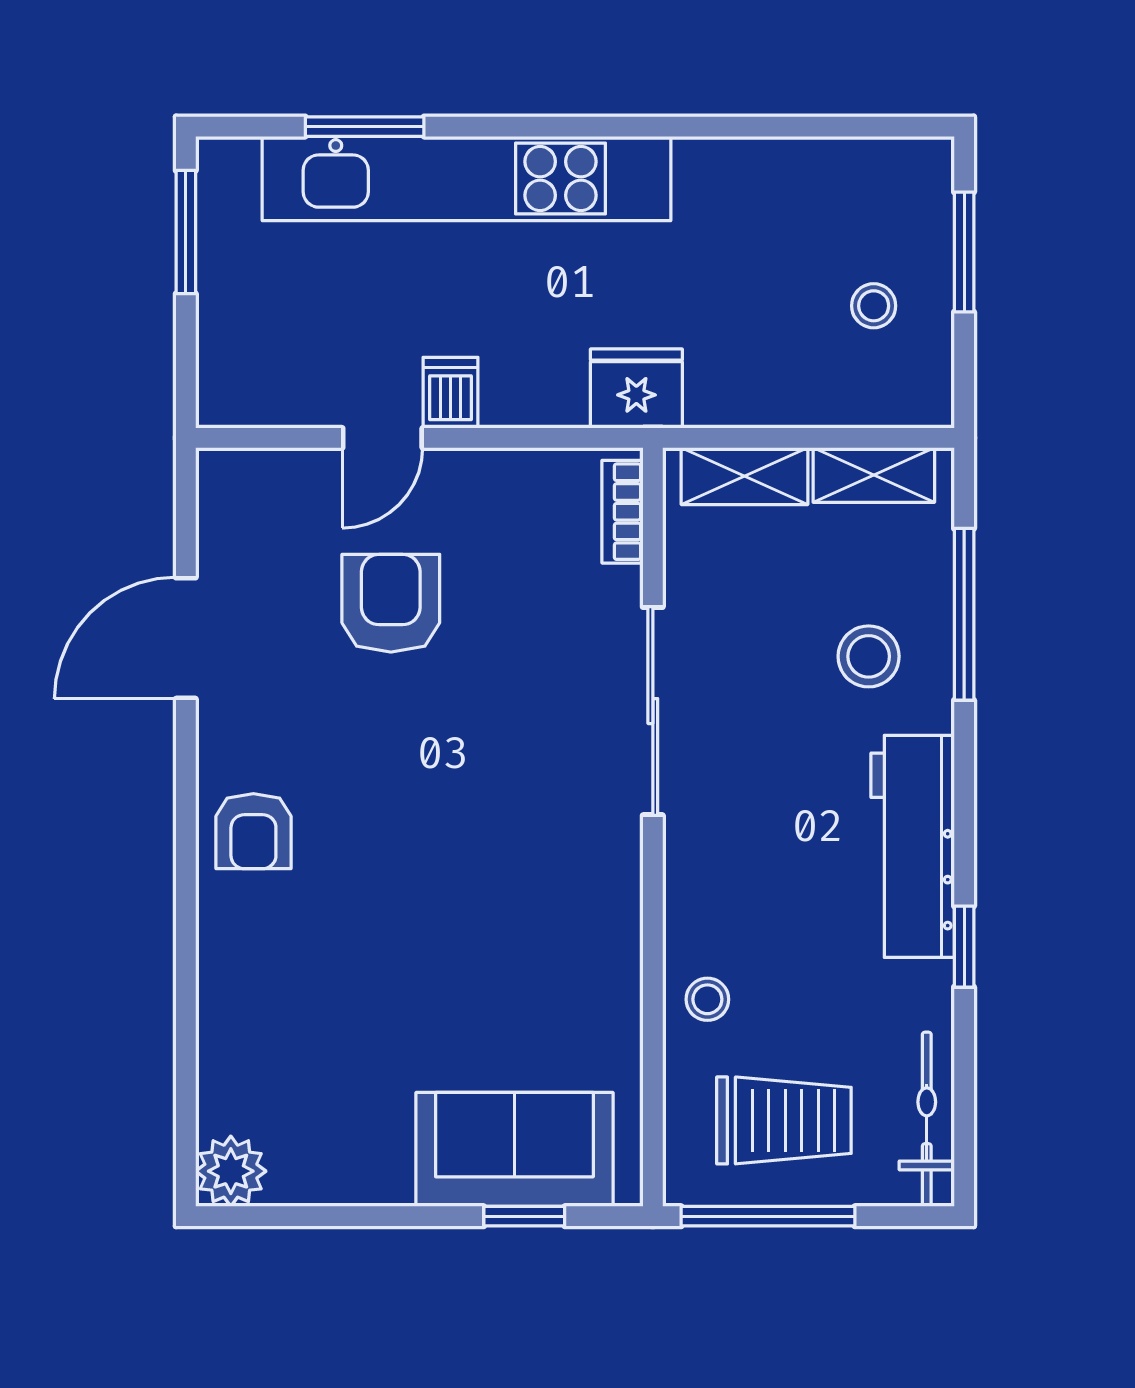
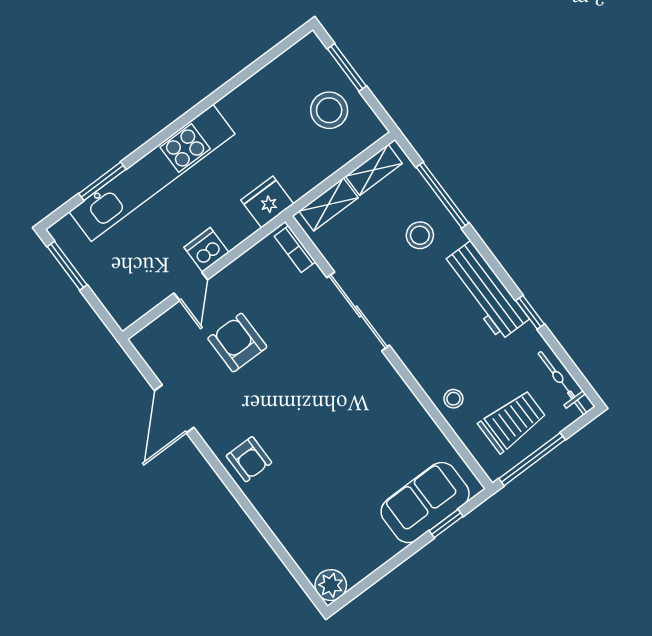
stool: (874, 306) -> (329, 110), width x1.89, depth x1.89
dishwasher: (450, 393) -> (206, 250), width x1.38

